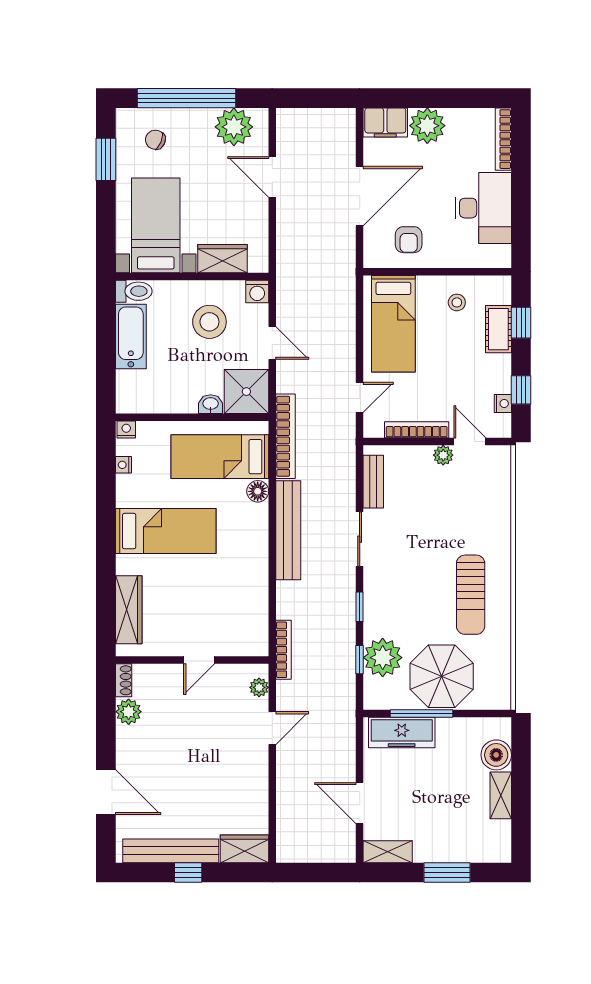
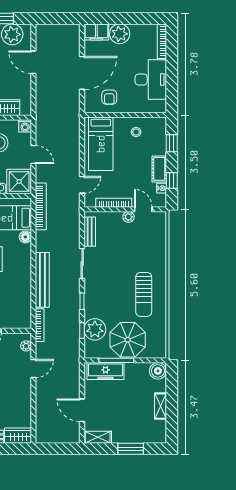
cot: (498, 329) -> (159, 169), moved
bench: (288, 530) -> (42, 280), moved
boiler: (496, 755) -> (158, 371), moved

